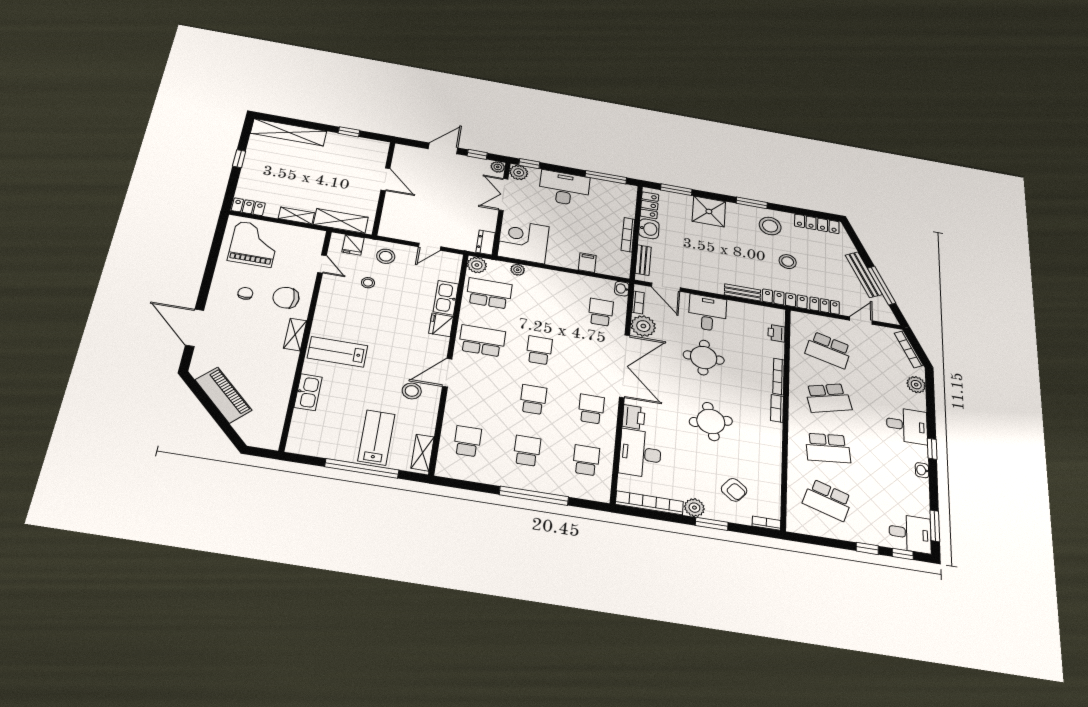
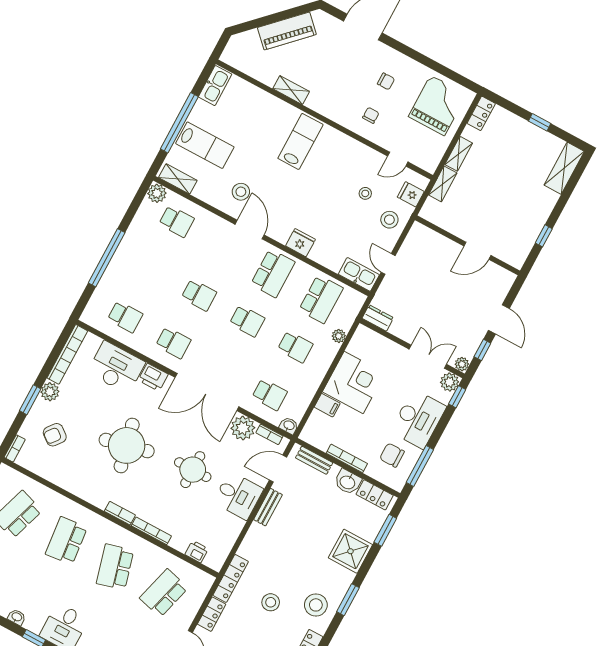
shelving: (289, 132) -> (564, 168), width x0.68
chair: (607, 201) -> (392, 455), added
shelving: (341, 221) -> (443, 184), width x0.67, depth x0.75
corner desk: (523, 241) -> (354, 382), moved
grand piano: (254, 244) -> (438, 105), turned -90
plant: (477, 265) -> (157, 193), moved
bench: (742, 292) -> (268, 507), moved
chair: (286, 298) -> (371, 115), width x0.54, depth x0.54
kitchen sink: (446, 298) -> (359, 274), moved
shelving: (295, 334) -> (291, 90), moved
kitchen sink: (308, 392) -> (215, 86), moved, turned -90
round table: (711, 421) -> (127, 445), width x1.36, depth x1.36
school desk: (527, 451) -> (295, 347), moved

